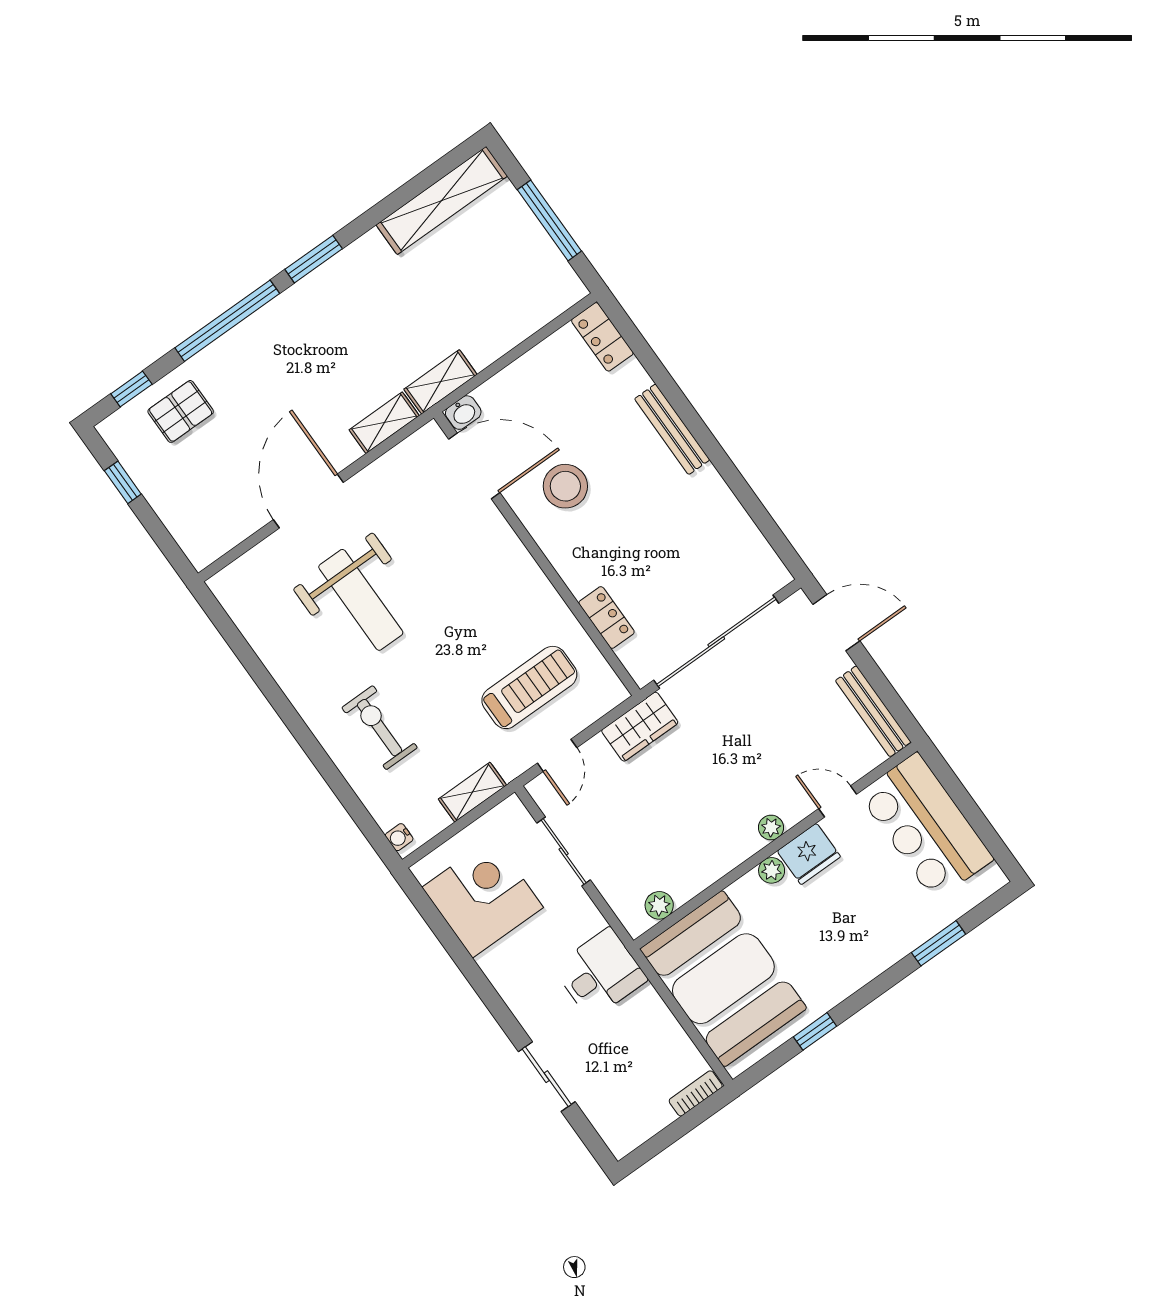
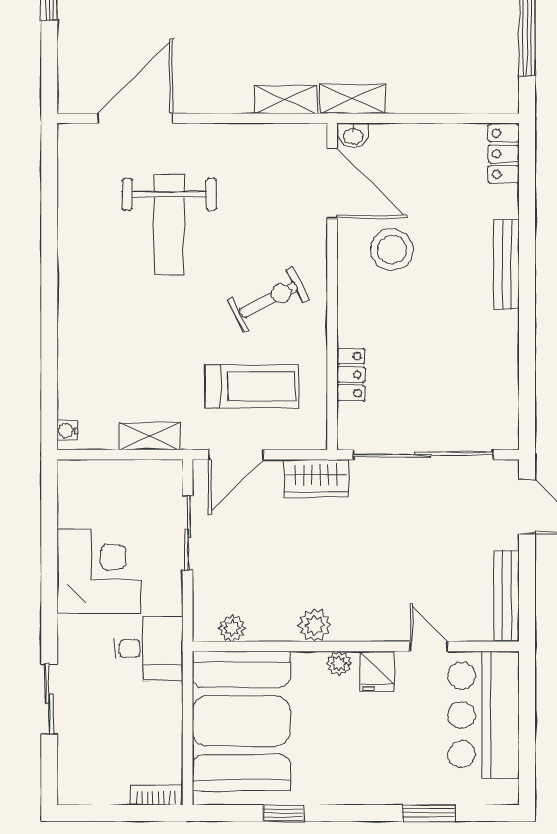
door: (308, 501) -> (135, 118), moved
exercise bike: (380, 728) -> (268, 300), moved, turned 63
door: (557, 755) -> (236, 455), width x1.38
plant: (771, 828) -> (315, 625), moved, width x1.38, depth x1.38
fridge: (809, 854) -> (377, 671), width x0.72
corner desk: (483, 897) -> (99, 571), moved

